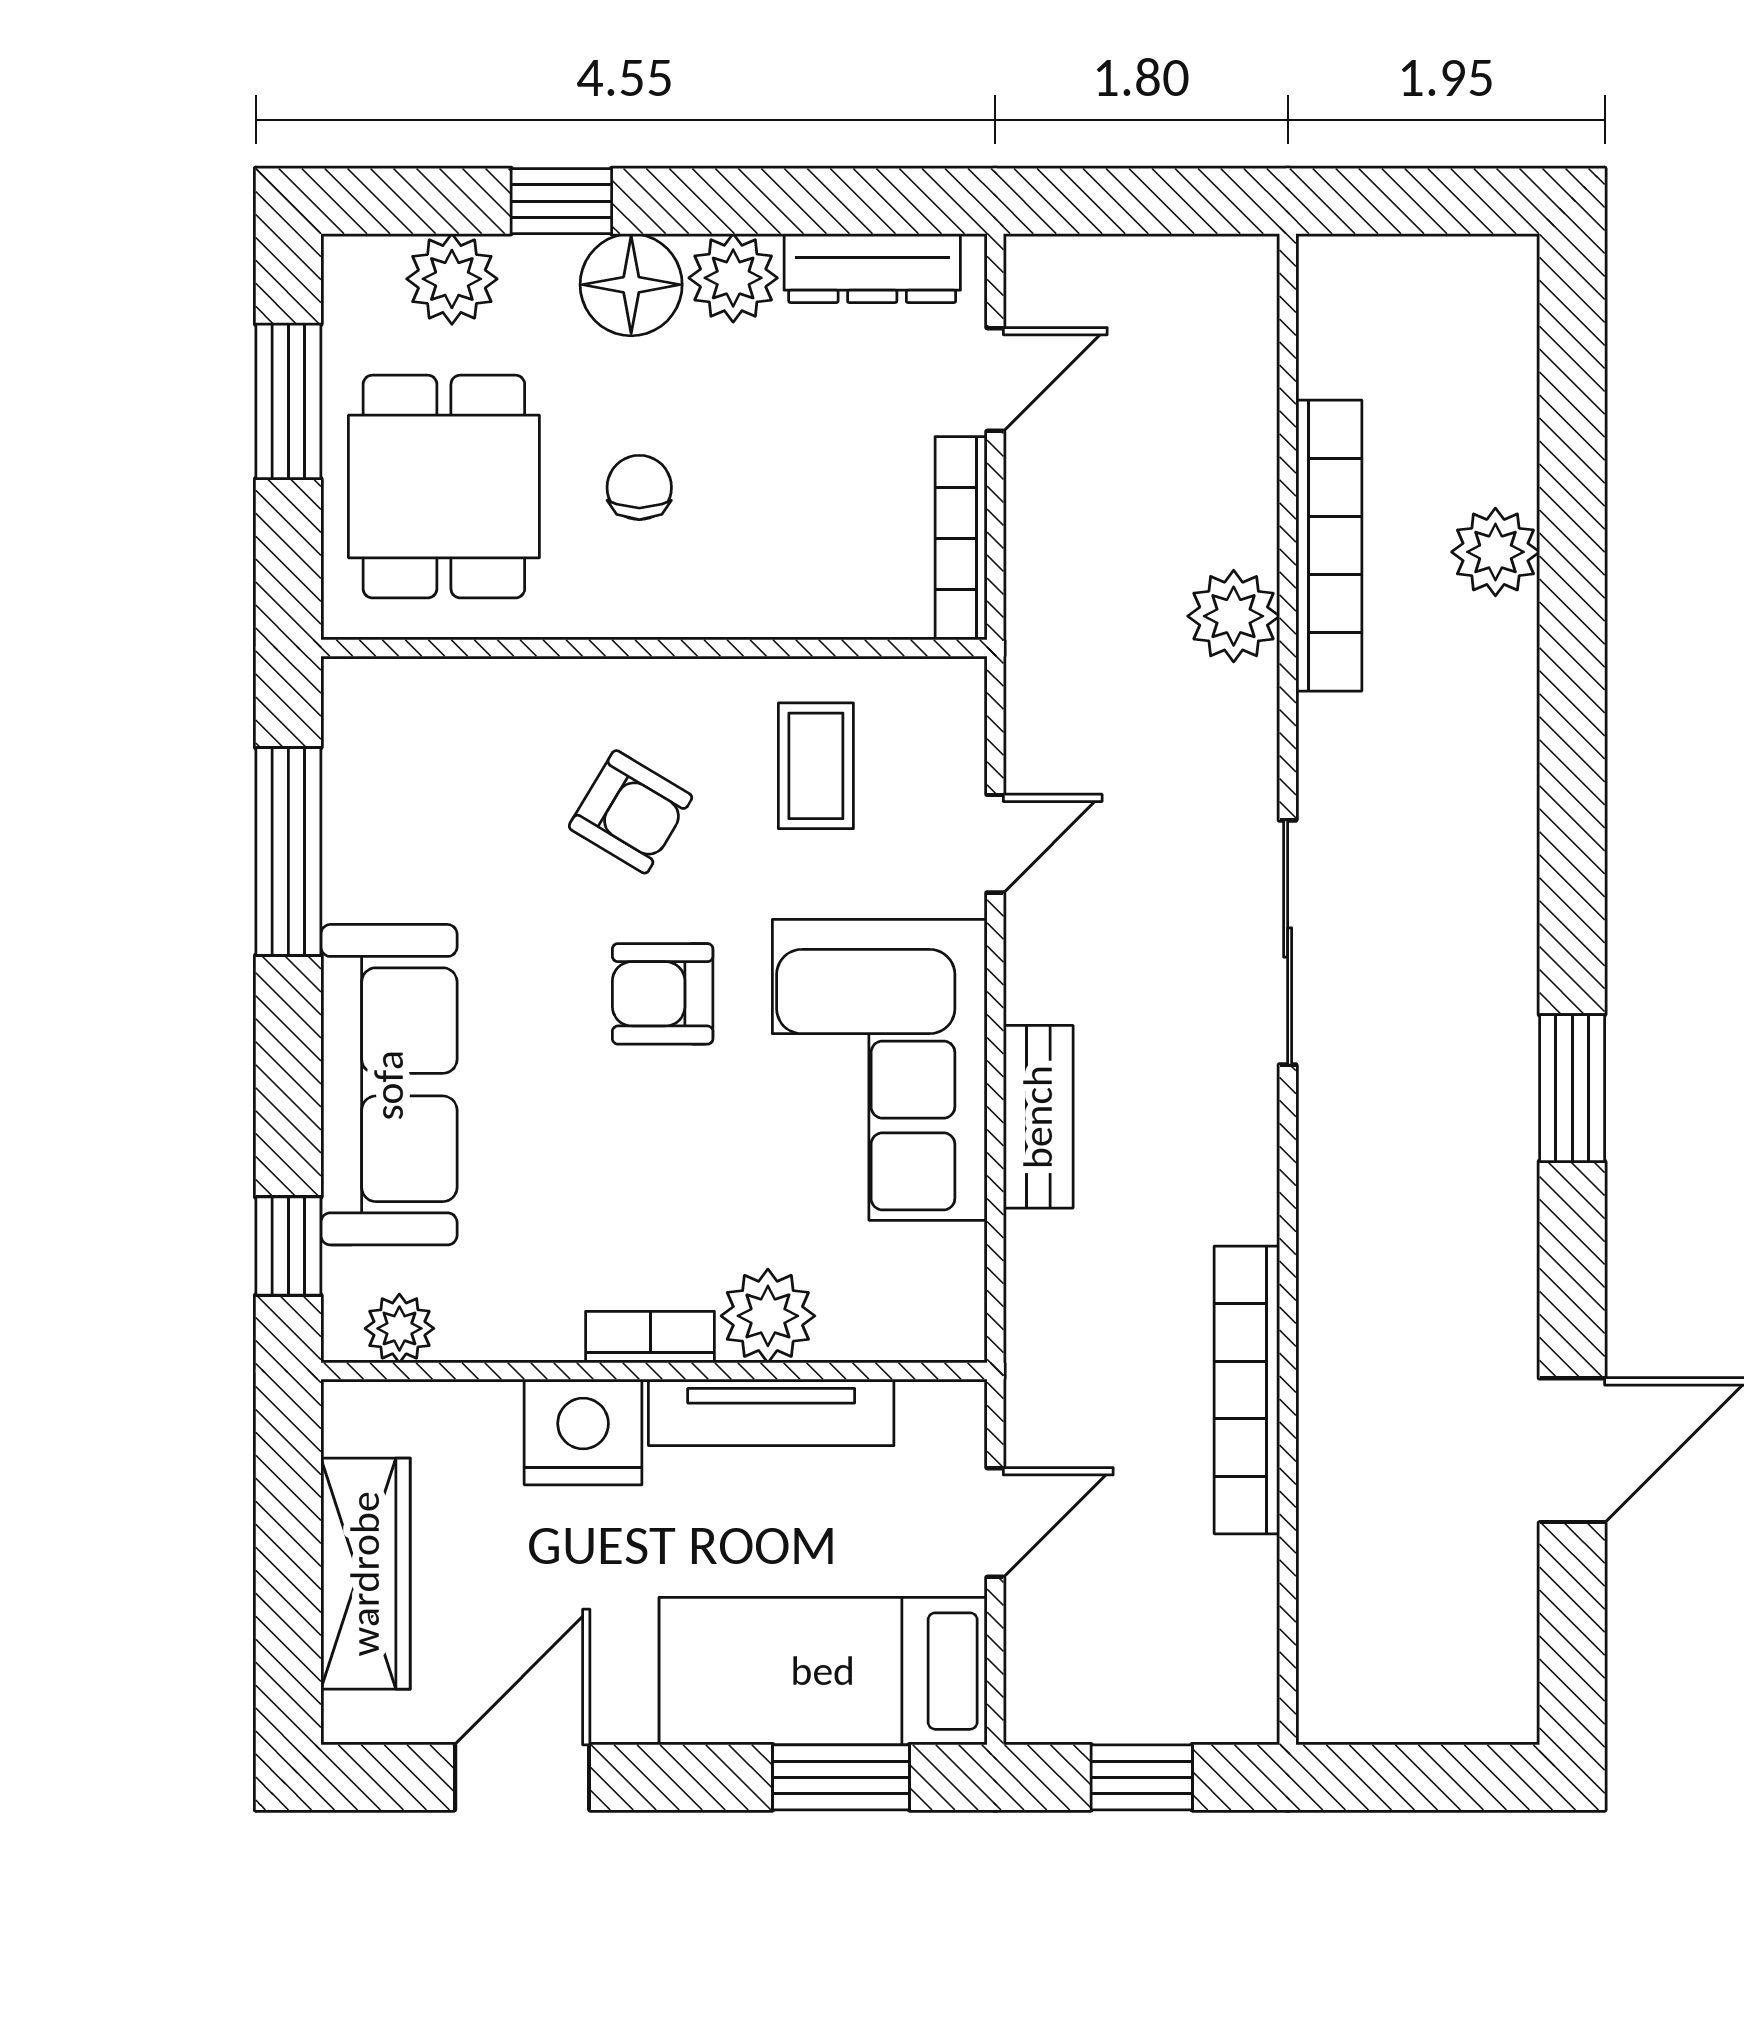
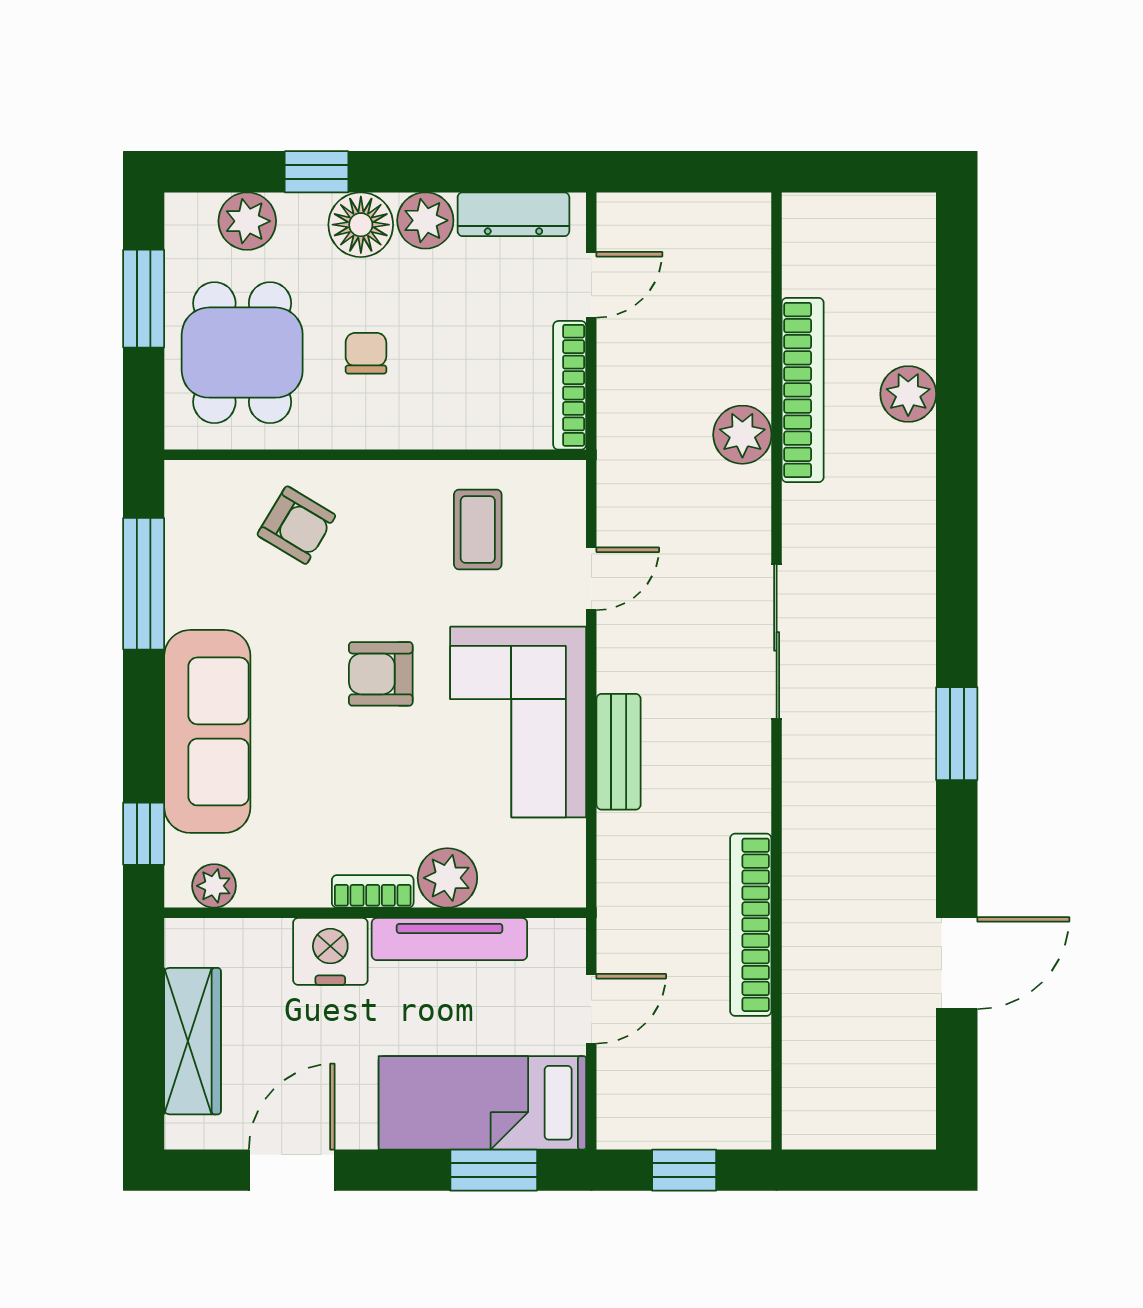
armchair: (630, 812) -> (296, 525), moved

